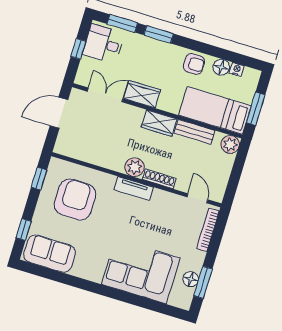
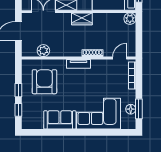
bench: (195, 132) -> (105, 18), removed
plant: (135, 167) -> (43, 51), moved
window: (39, 179) -> (18, 90), moved
door: (197, 198) -> (120, 58), hinge flipped
sofa: (50, 254) -> (60, 120), moved

